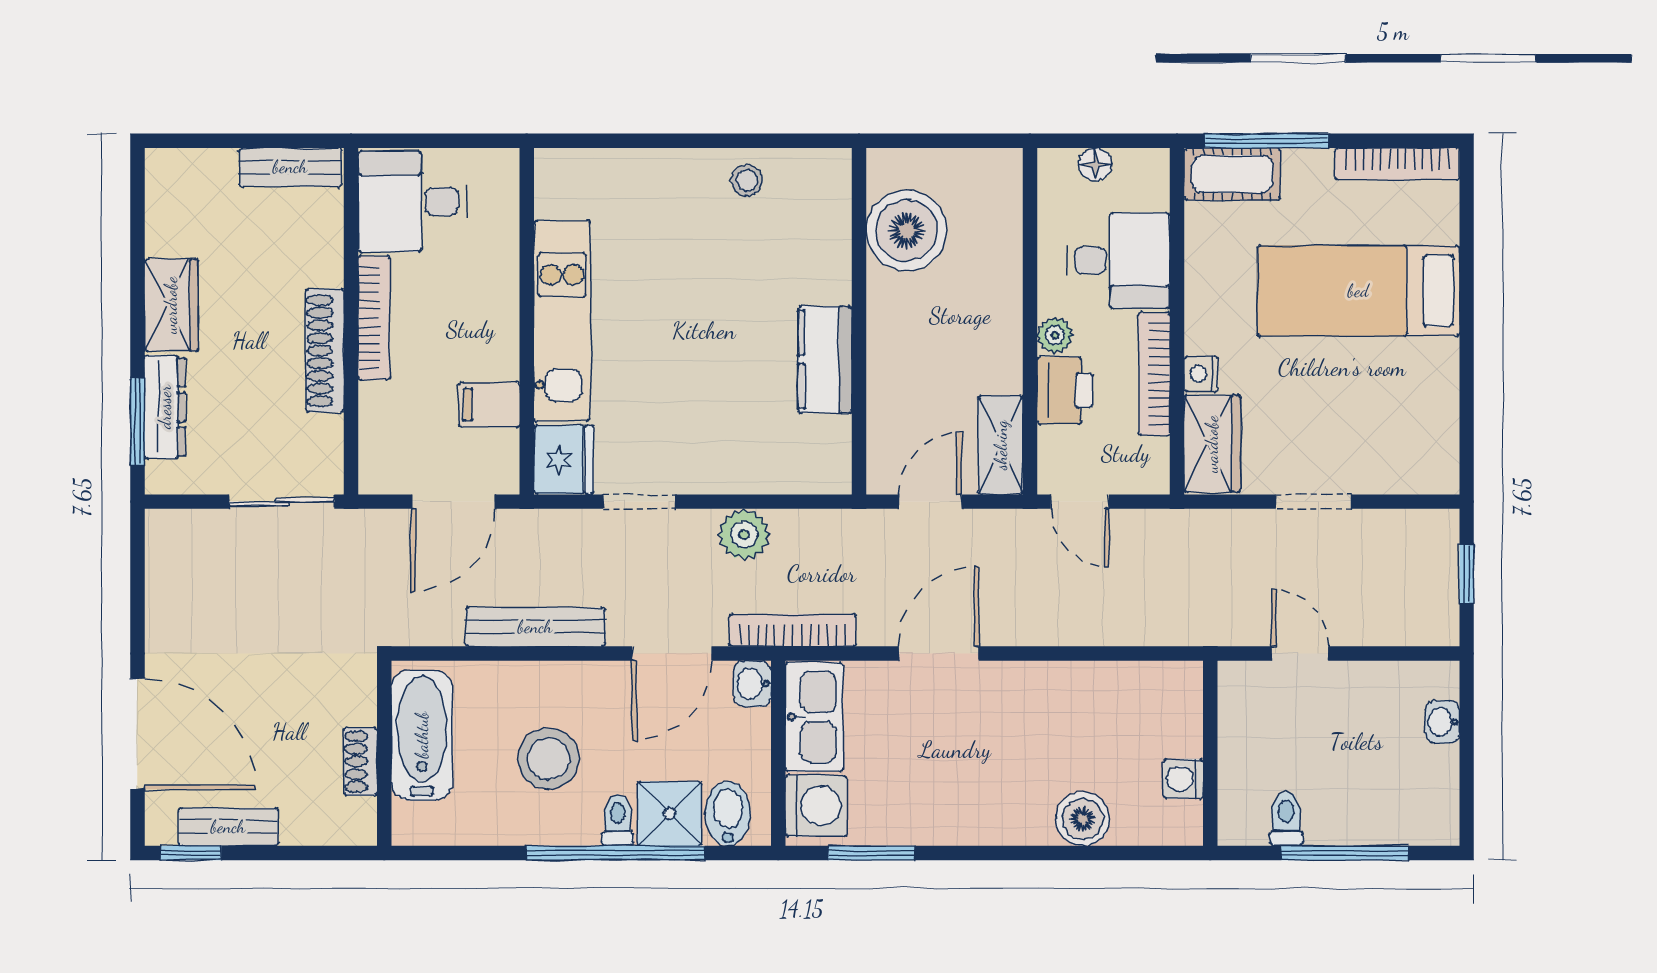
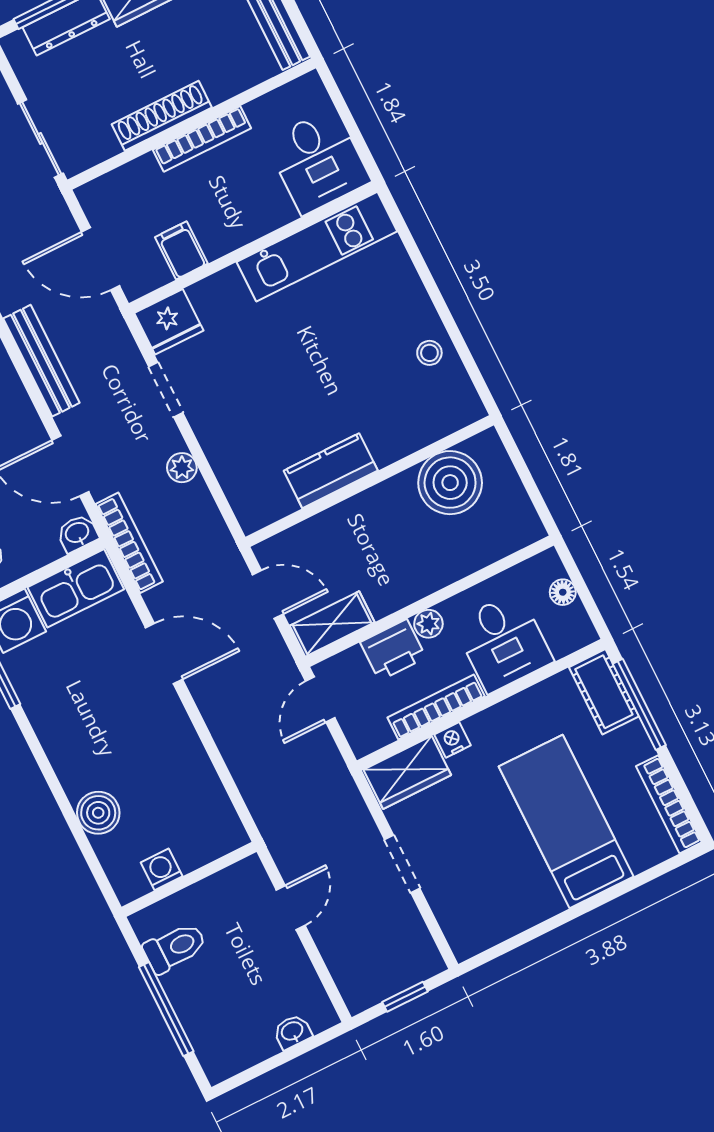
desk: (412, 202) -> (318, 161), moved, turned 180
kitchen unit: (562, 321) -> (317, 247), moved
plant: (744, 534) -> (182, 468), width x0.73, depth x0.73
toilet: (1286, 819) -> (175, 948), width x1.37, depth x1.39

